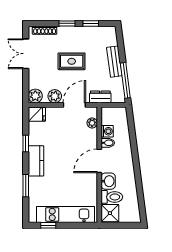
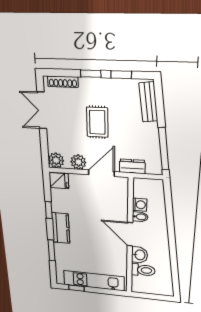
rug: (72, 61) -> (97, 122), turned 90
bench: (114, 62) -> (148, 102), moved
plant: (92, 123) -> (122, 194), removed
door: (99, 161) -> (130, 234), hinge flipped
shower: (110, 213) -> (141, 285), removed

